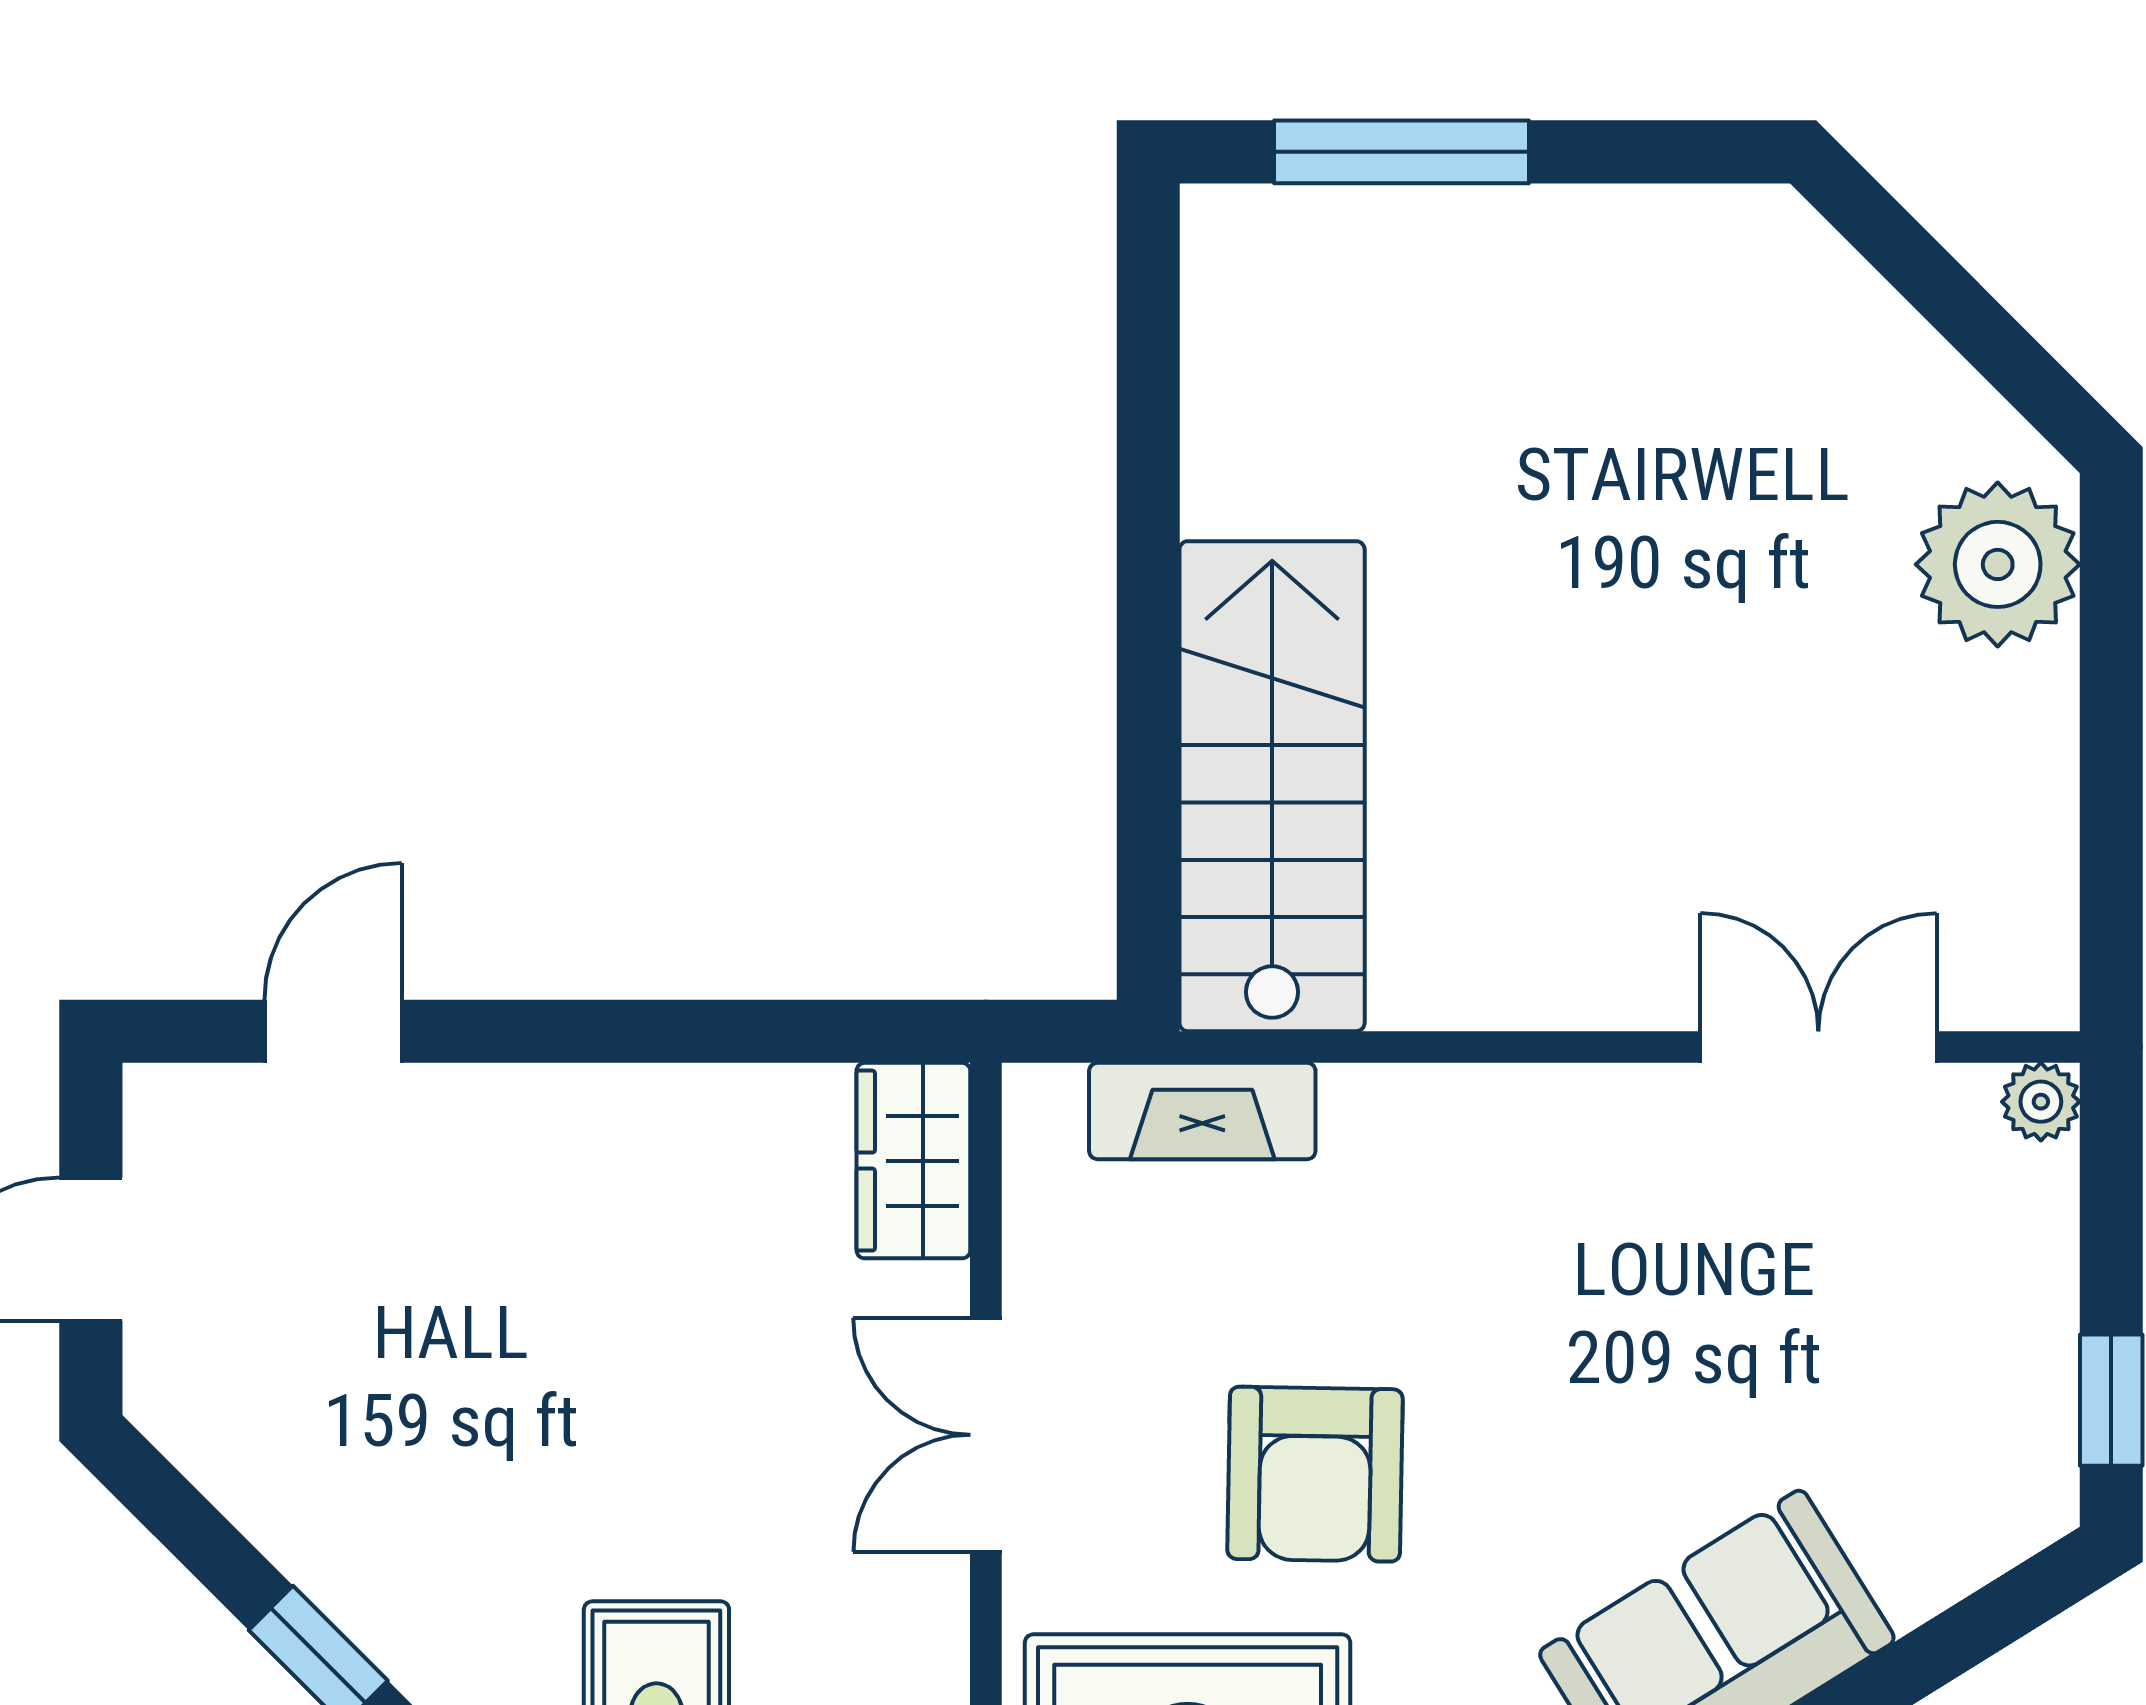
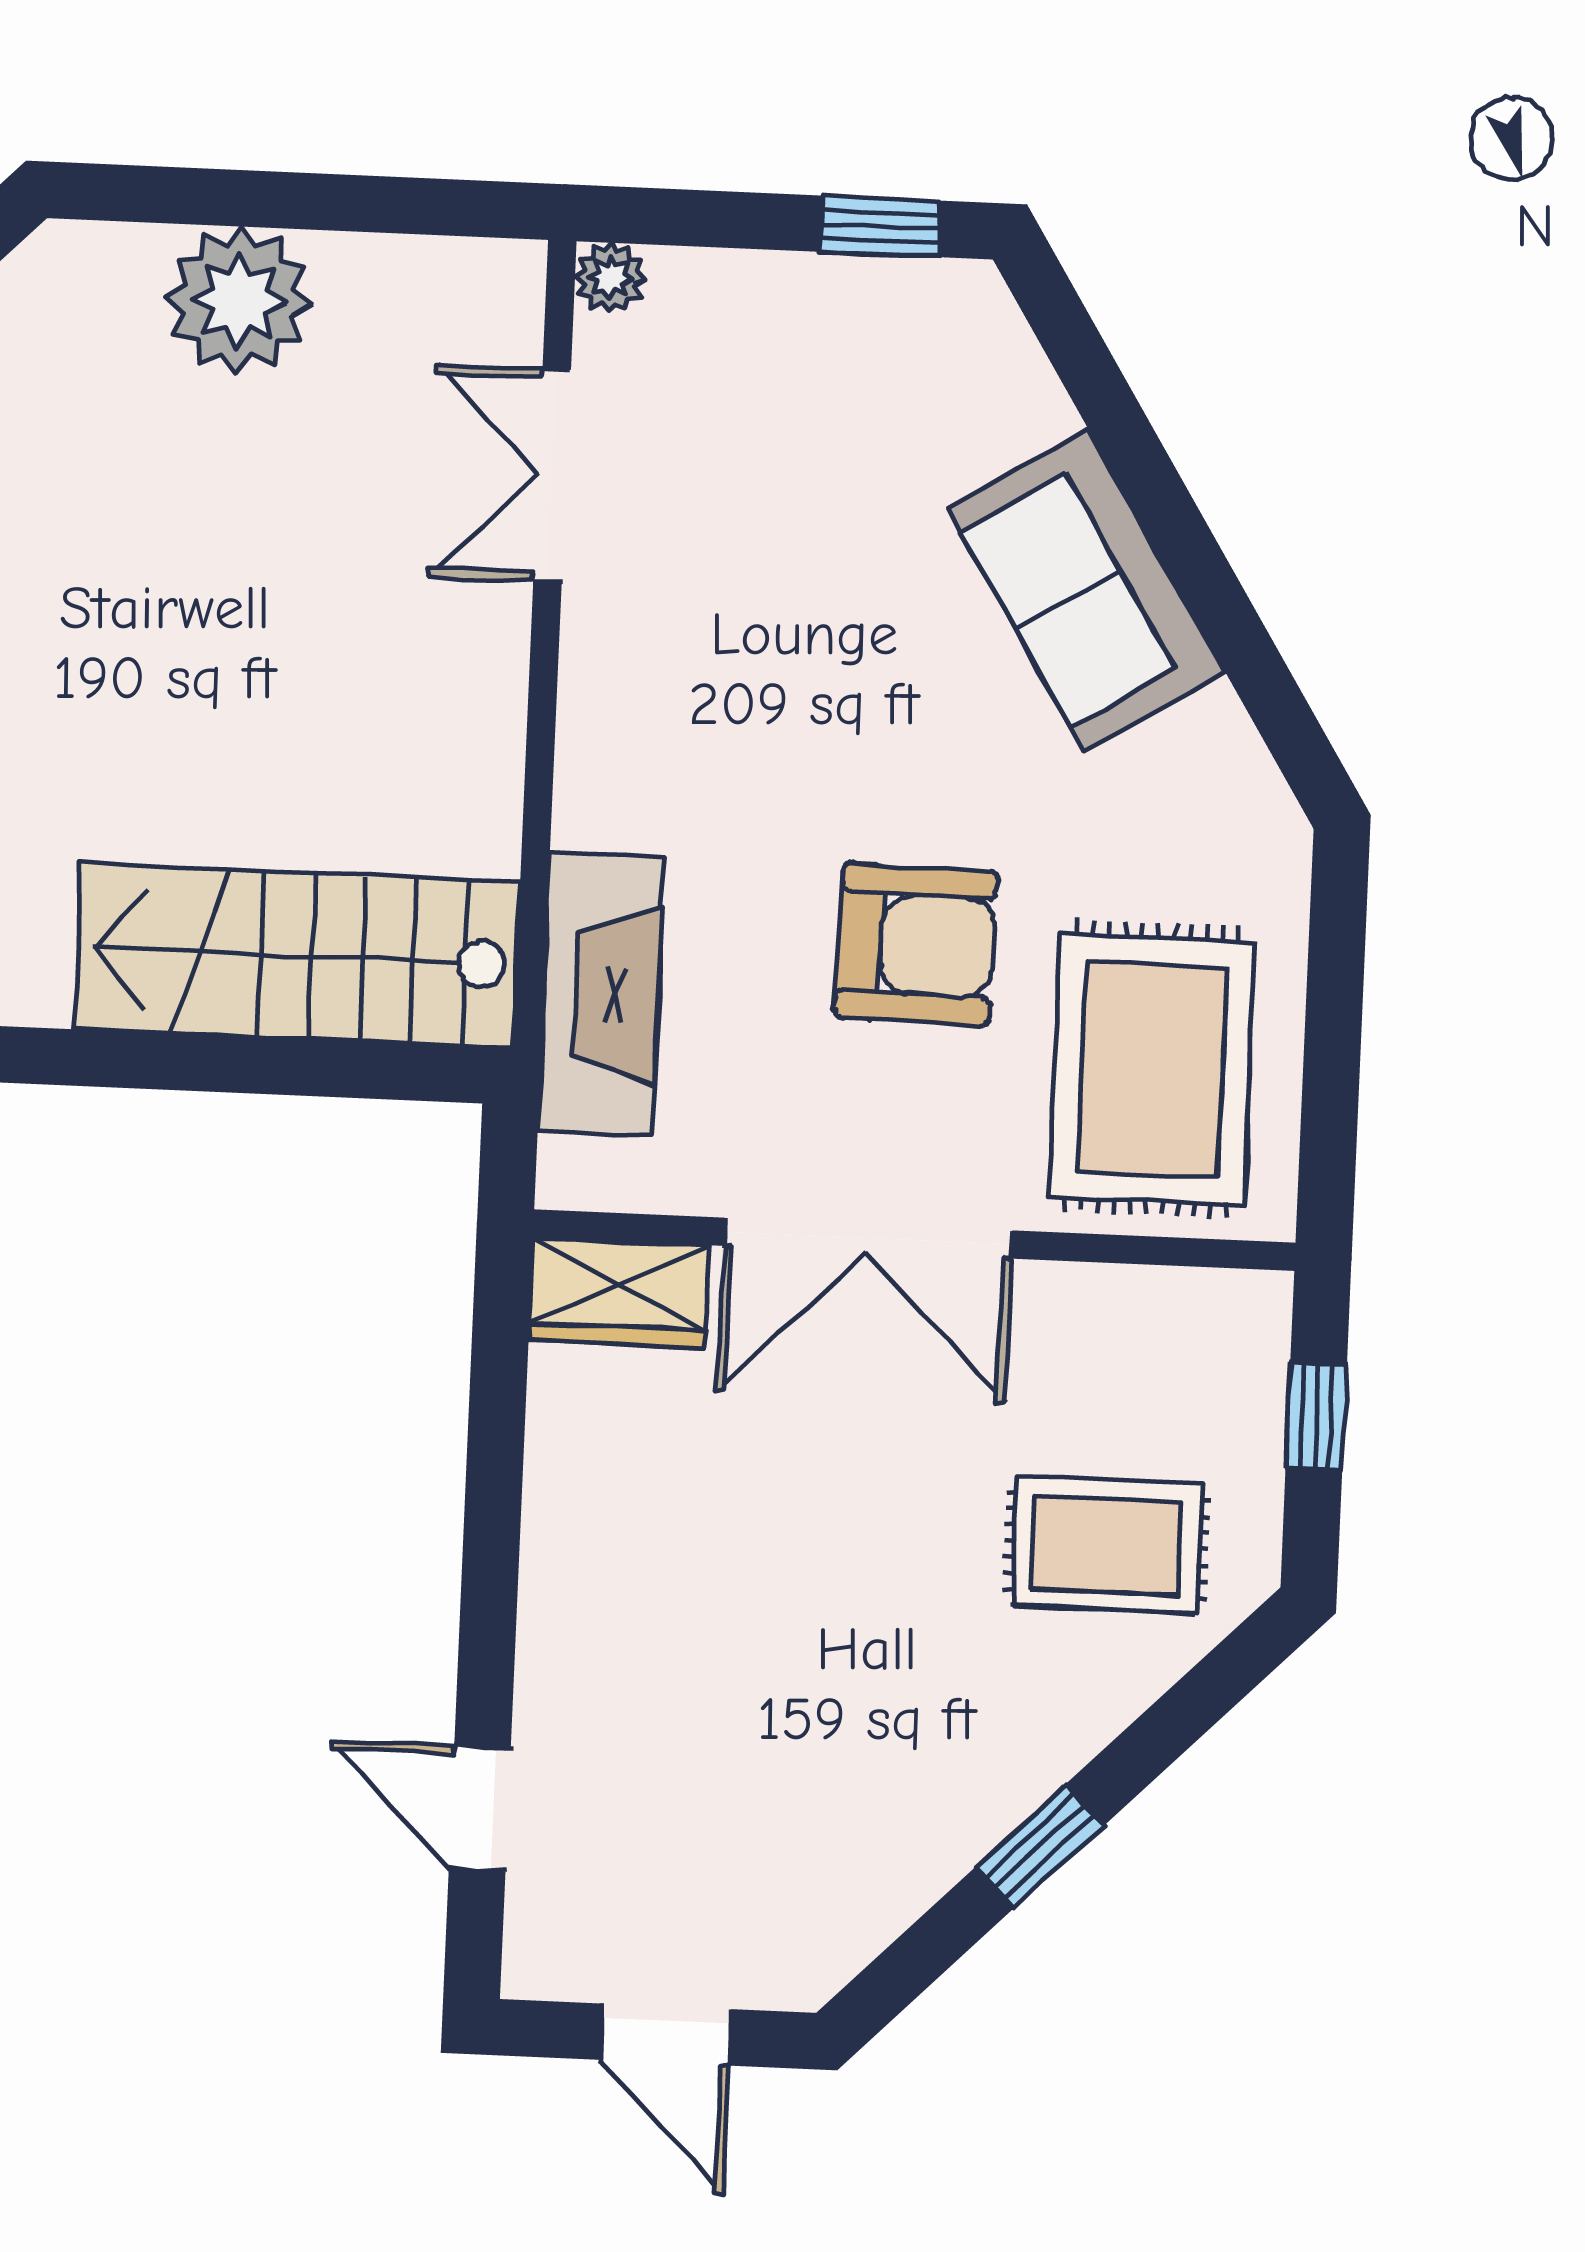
plant: (1998, 564) -> (239, 300), moved
fireplace: (1202, 1111) -> (601, 994), width x1.37, depth x1.32
double door: (986, 1435) -> (868, 1238), width x1.37

